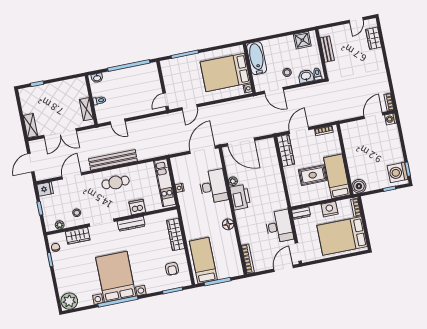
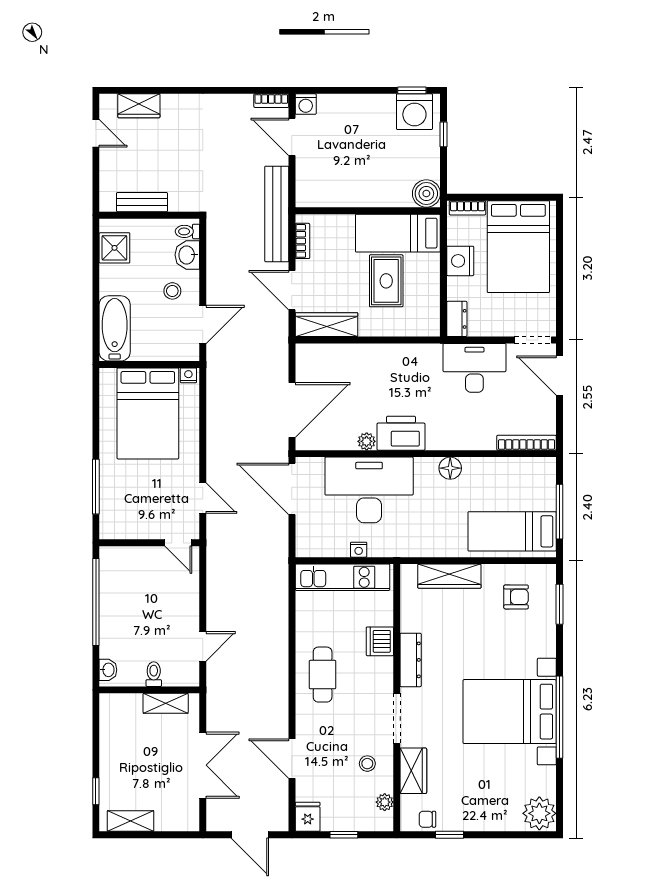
bathtub: (257, 58) -> (115, 328), moved, turned 90
shelving: (30, 126) -> (131, 821), moved
bench: (113, 160) -> (277, 214), moved
desk: (213, 186) -> (369, 490), width x1.36, depth x1.30

